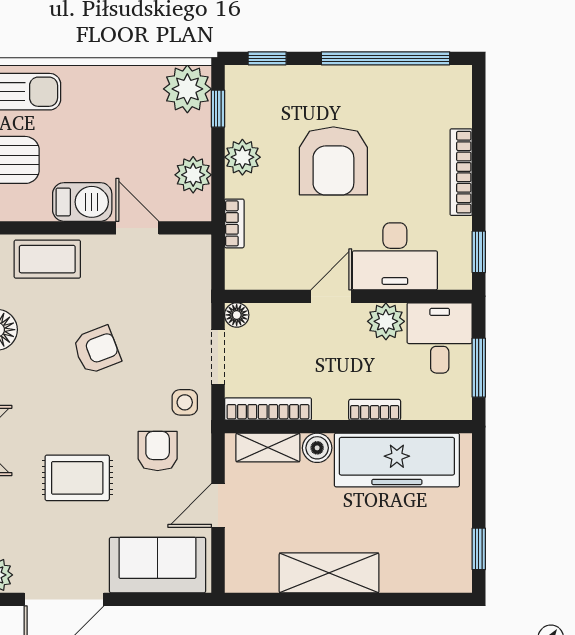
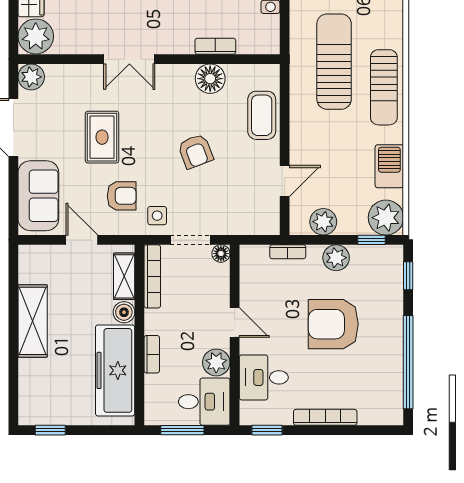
barbecue: (82, 202) -> (389, 166), moved, turned 180
desk: (395, 256) -> (264, 377), width x0.73

